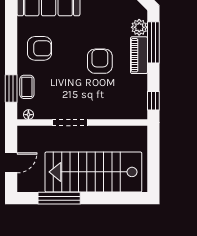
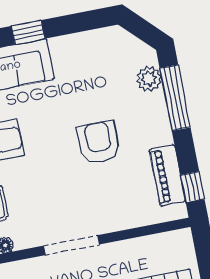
piano: (139, 55) -> (167, 175), moved

